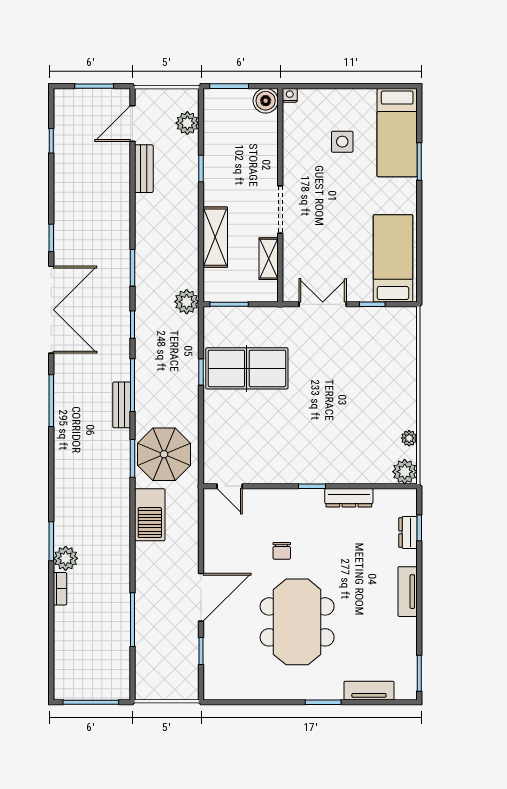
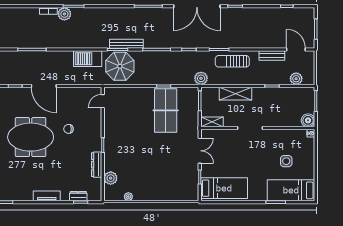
sun lounger: (155, 243) -> (232, 61), added
shelving: (269, 259) -> (212, 122), moved
bench: (122, 405) -> (126, 44), moved, width x1.36
plant: (405, 472) -> (111, 178), moved

